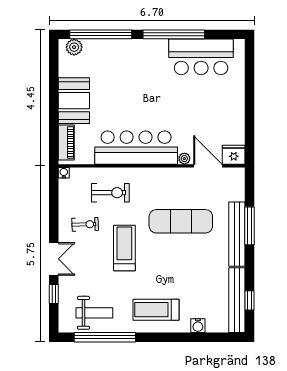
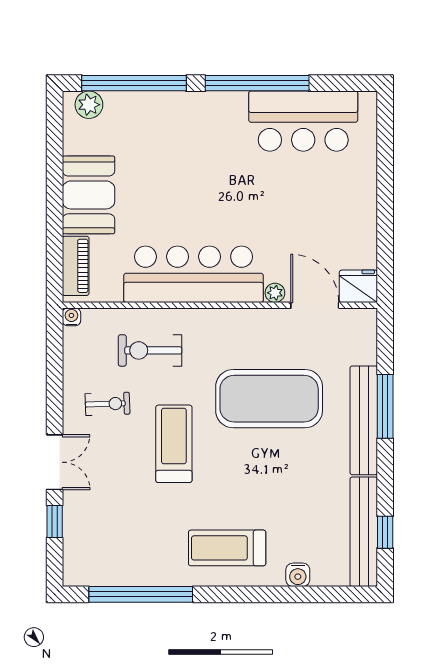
exercise bike: (110, 193) -> (150, 350), turned 180
exercise mat: (181, 221) -> (269, 399), width x1.47
weight bench: (94, 313) -> (123, 553), removed

